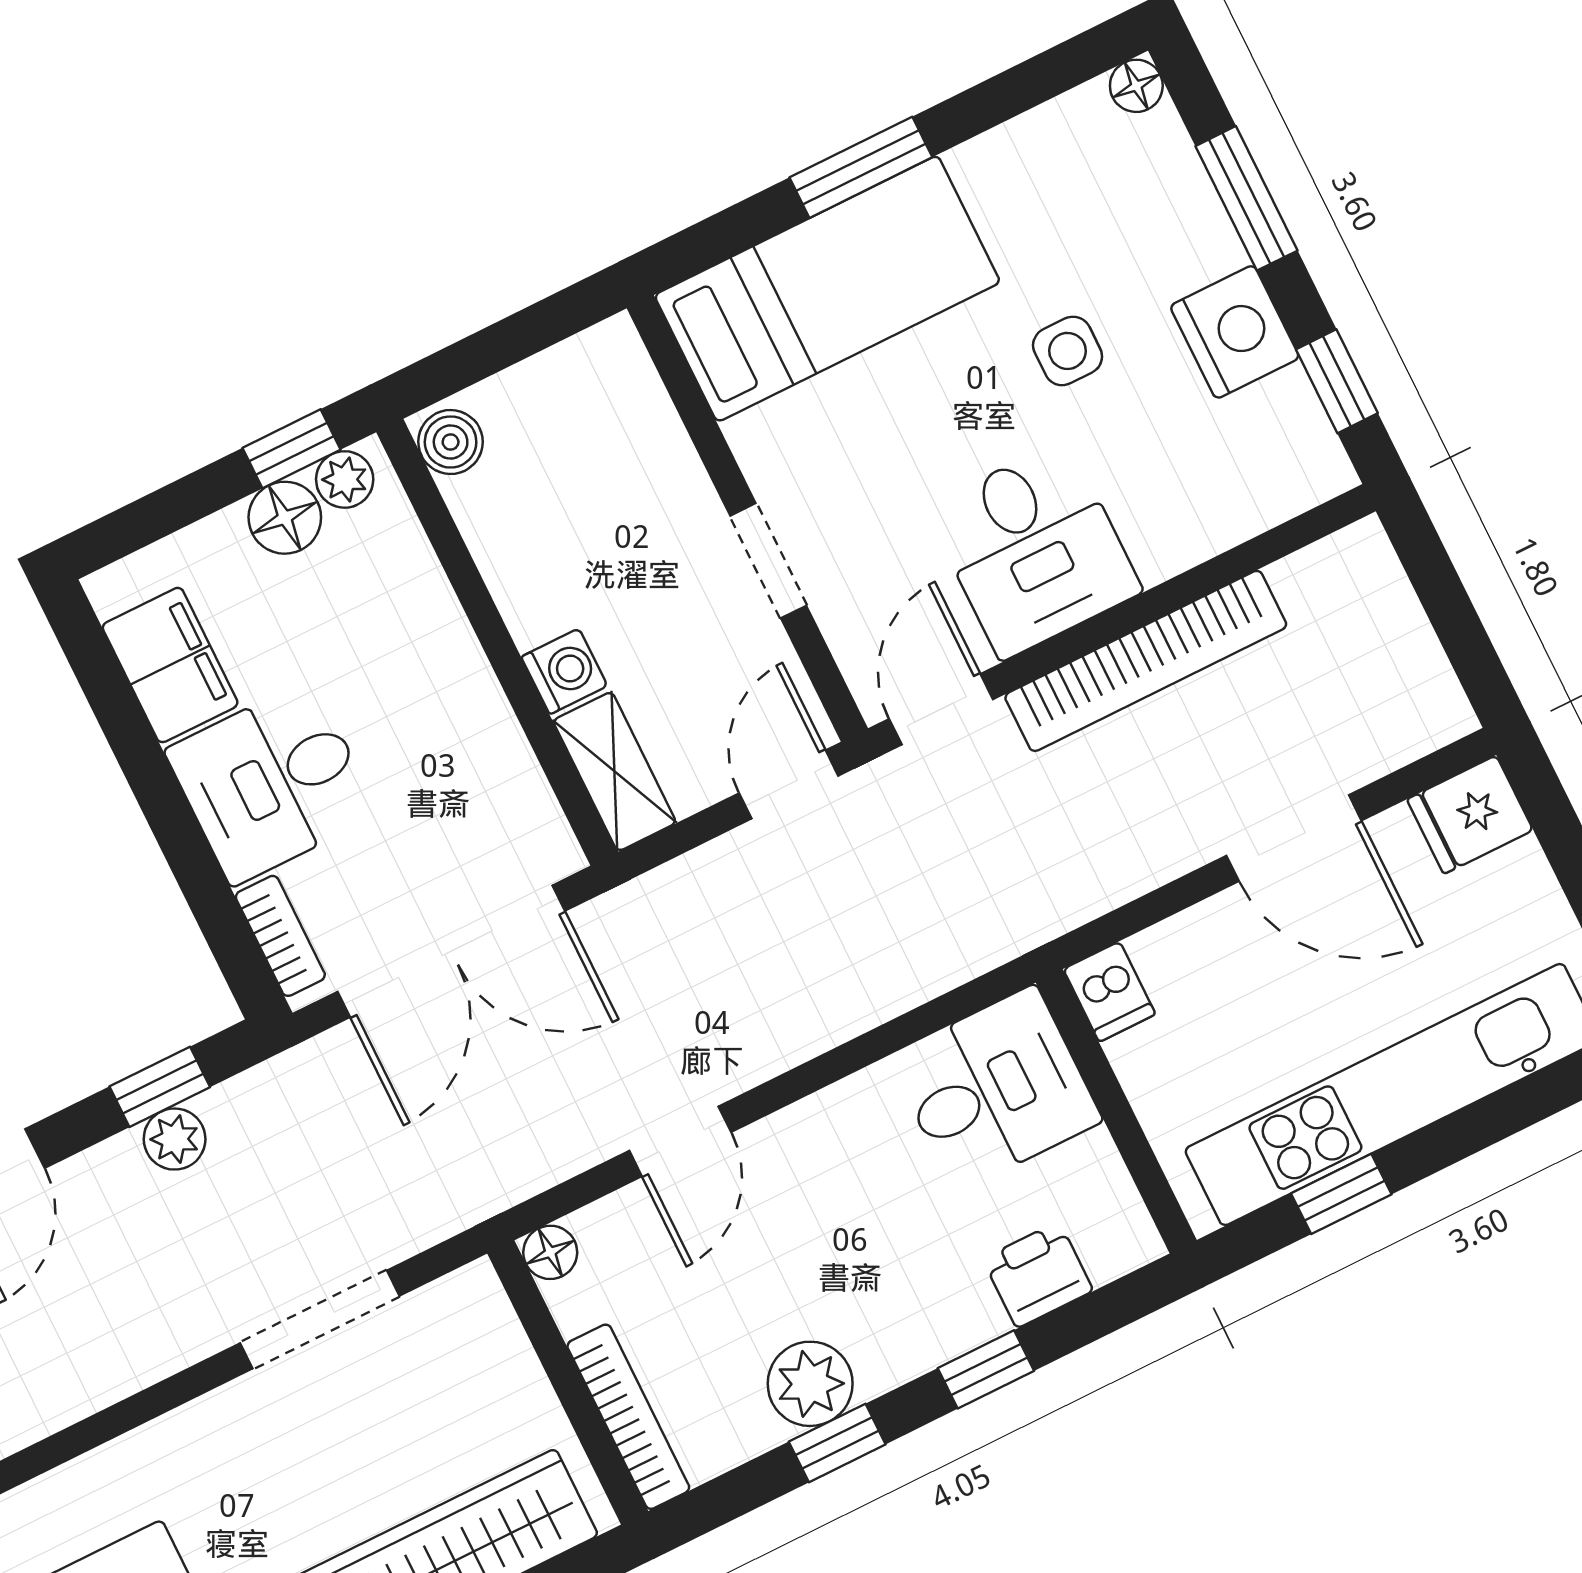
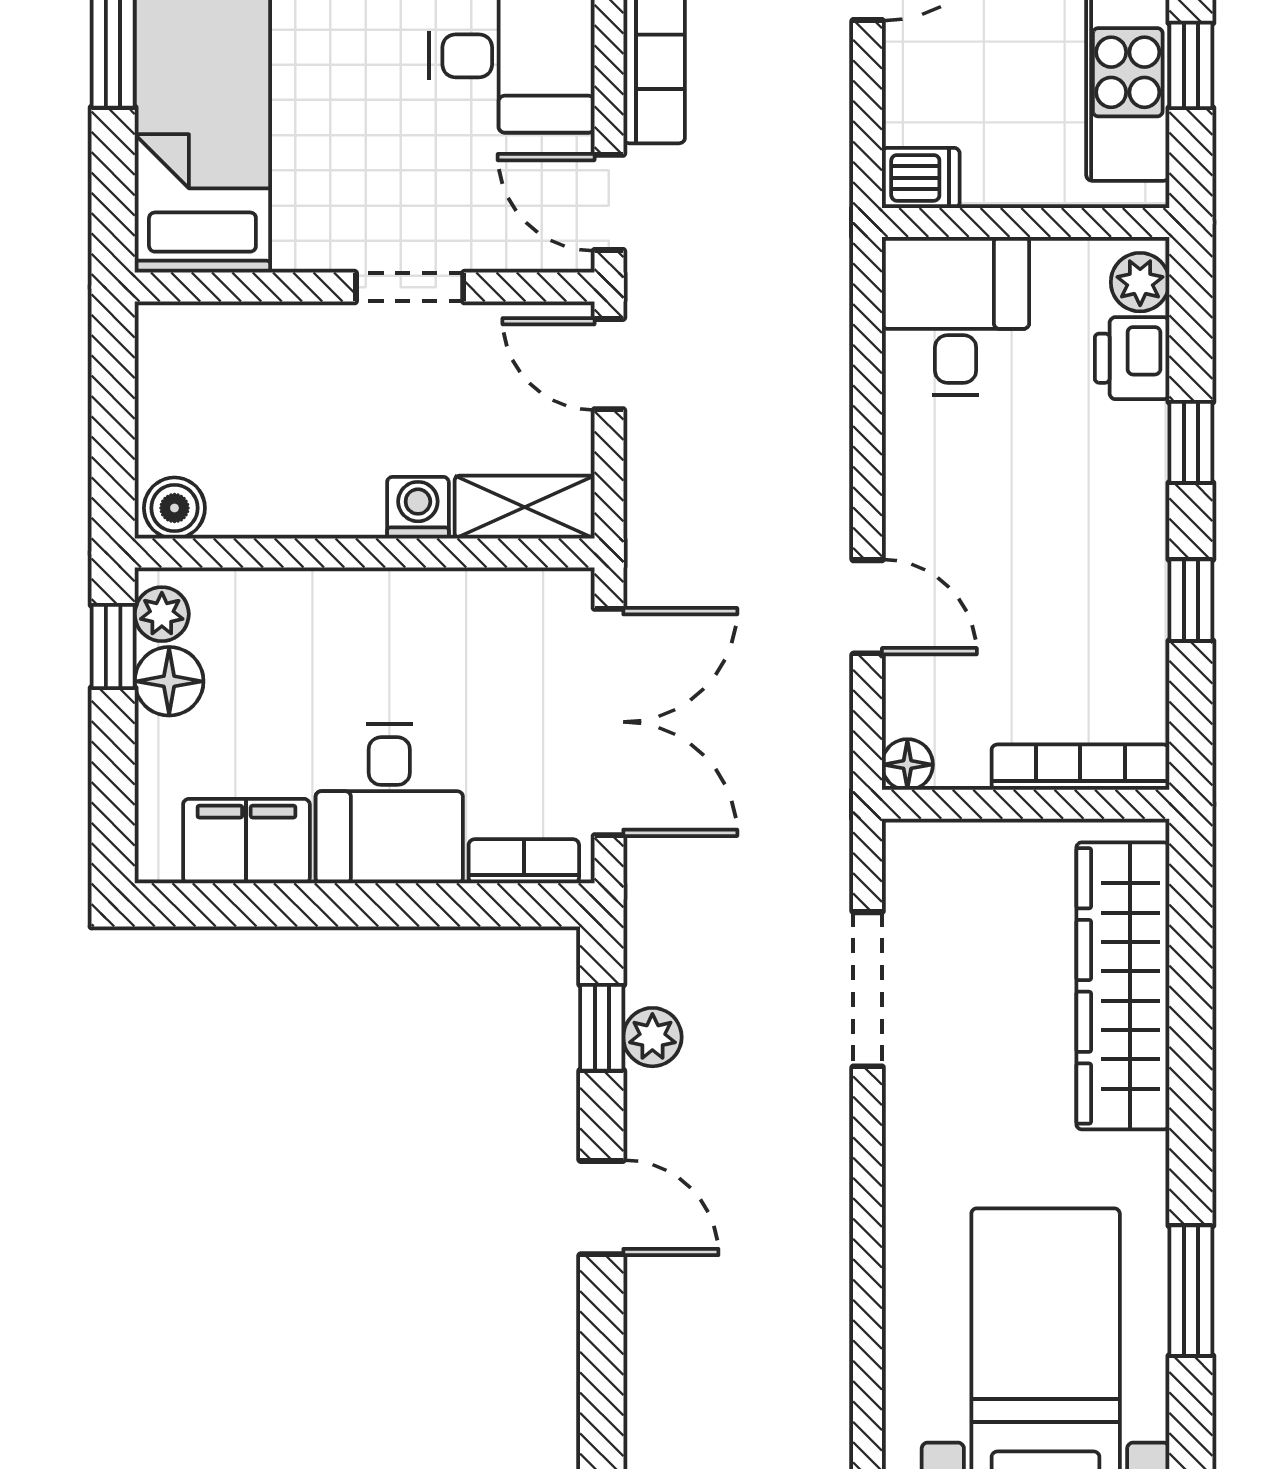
plant: (810, 1384) -> (1140, 282), moved, width x0.73, depth x0.73

